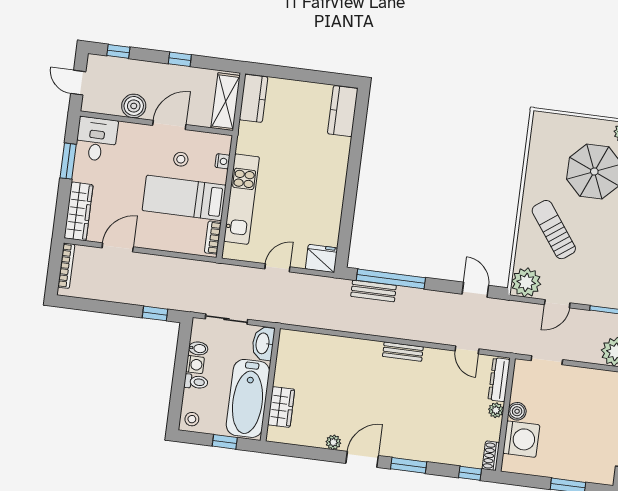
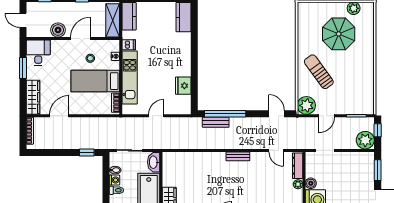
dishwasher: (247, 145) -> (129, 45), added
fridge: (321, 258) -> (183, 86), moved, turned -90

